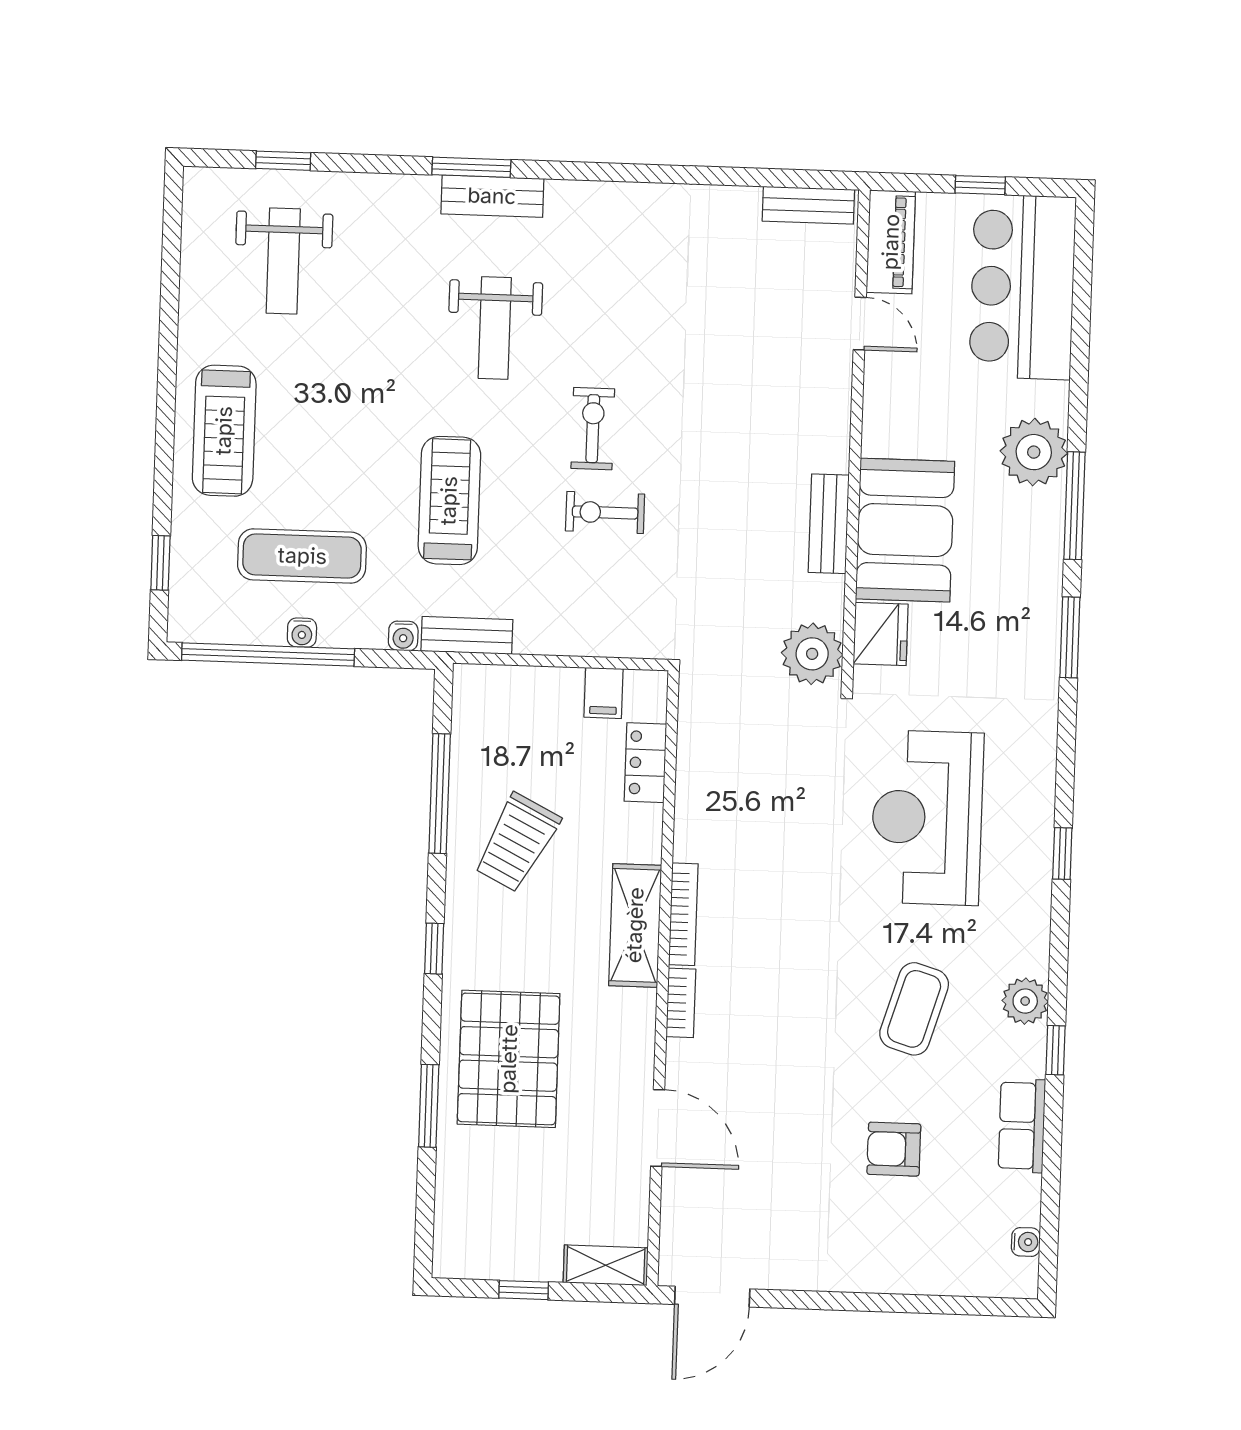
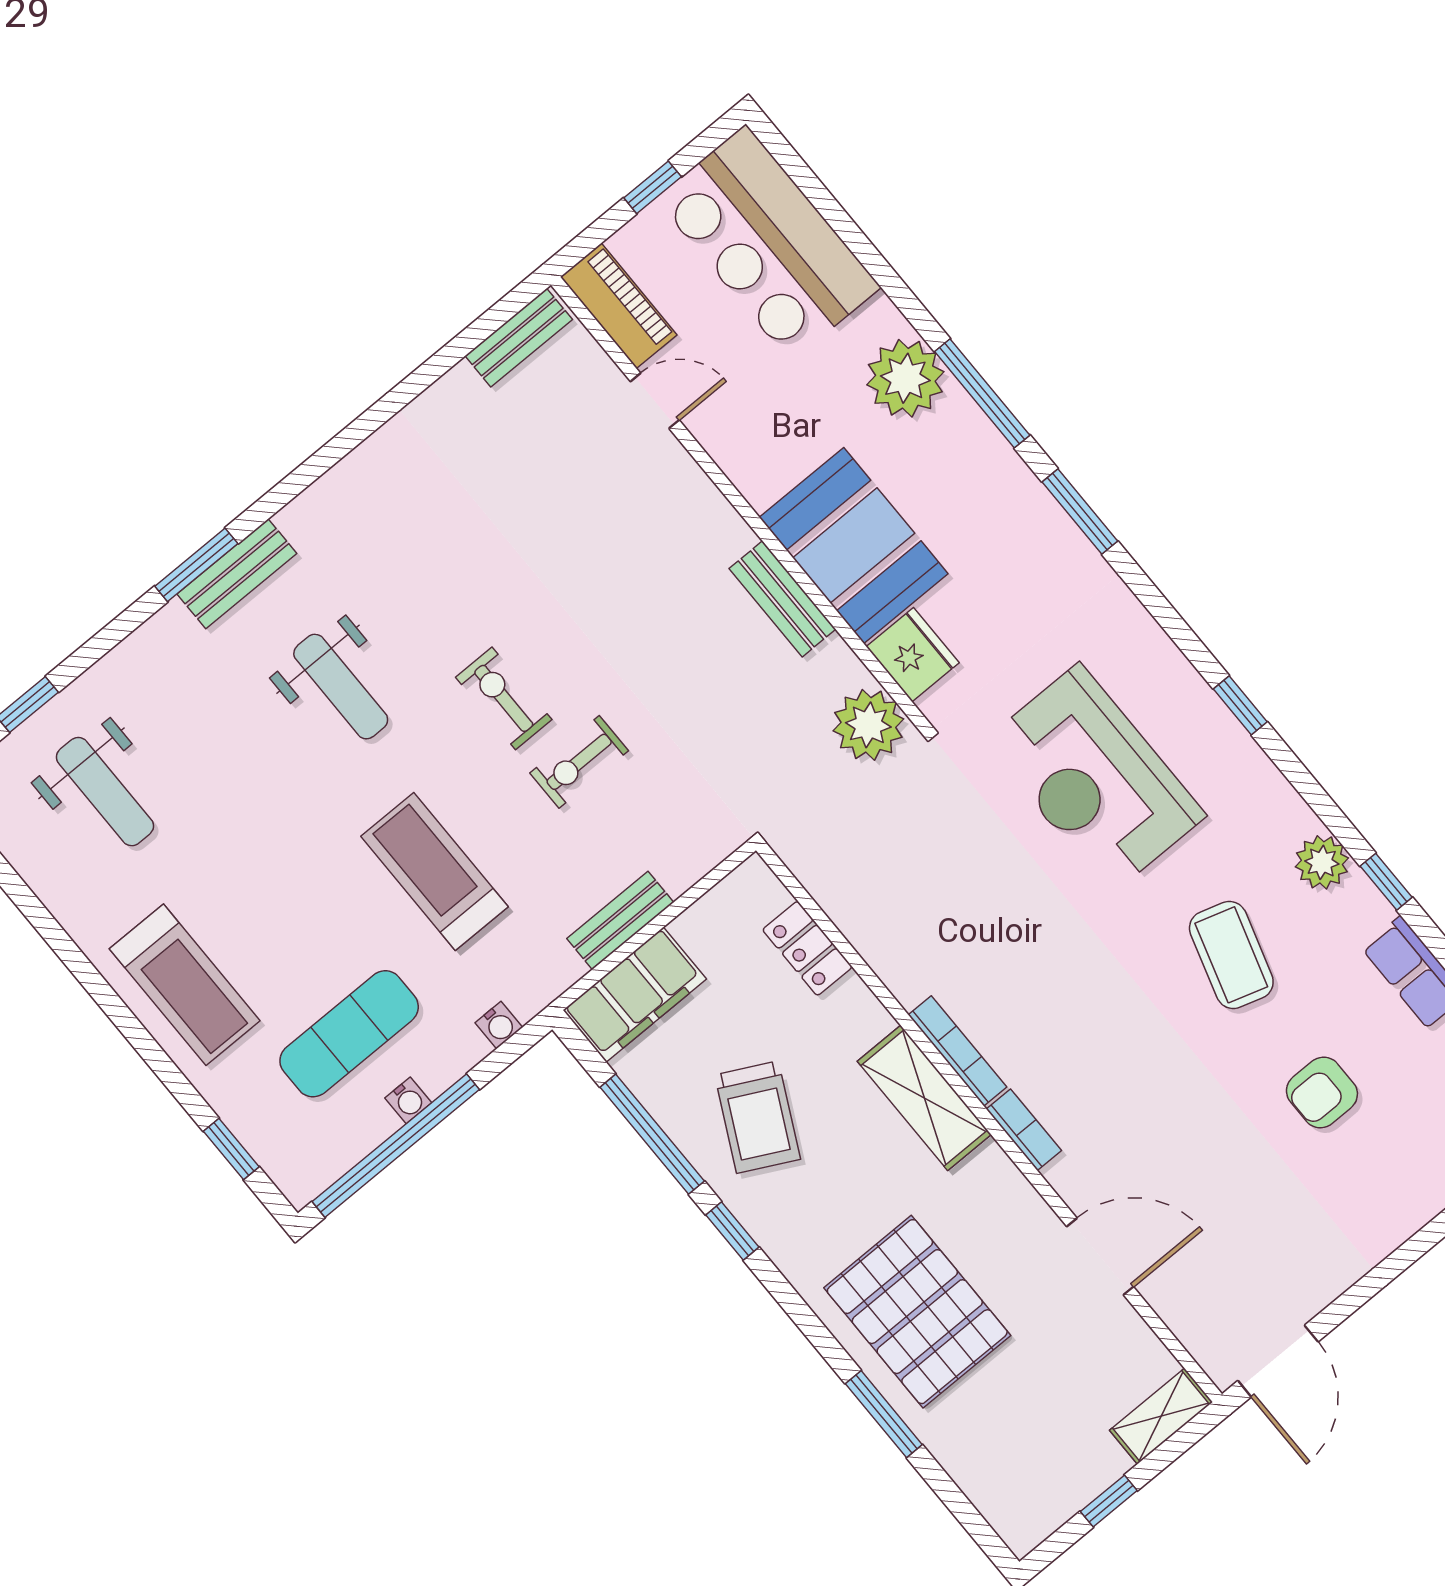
bench: (467, 635) -> (620, 920), moved
filing cabinet: (604, 693) -> (635, 995), moved, width x3.00, depth x1.17
window: (434, 949) -> (732, 1231), moved

